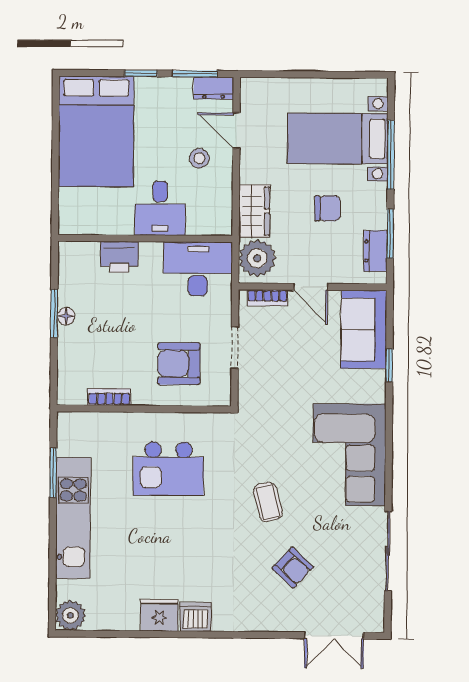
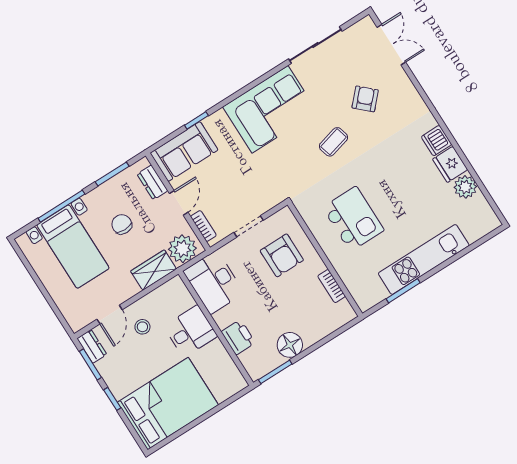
dresser: (375, 251) -> (152, 182), moved, turned 90
window: (54, 313) -> (275, 372), moved
floor lamp: (66, 316) -> (290, 345), width x1.89, depth x1.89
plant: (70, 615) -> (465, 187), moved

